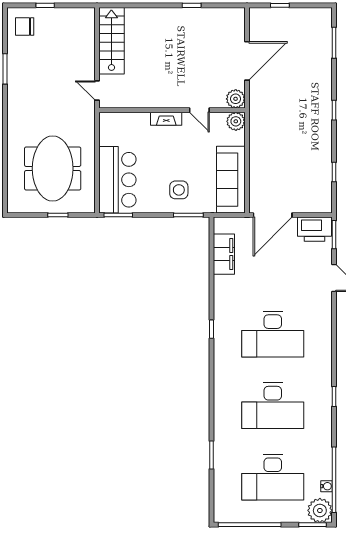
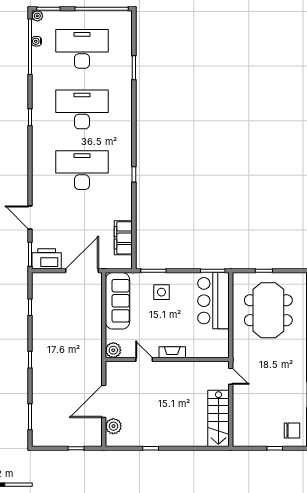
plant: (236, 99) -> (113, 426), moved
plant: (320, 510) -> (37, 16), width x0.53, depth x0.53

